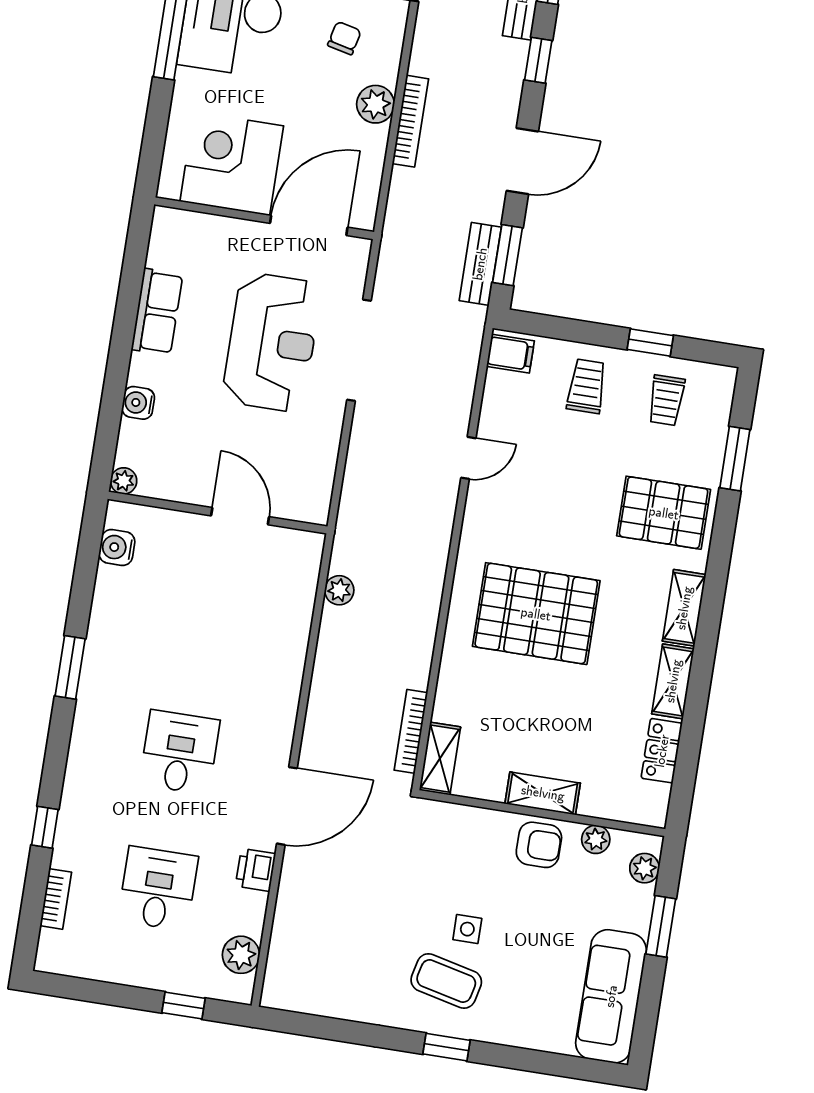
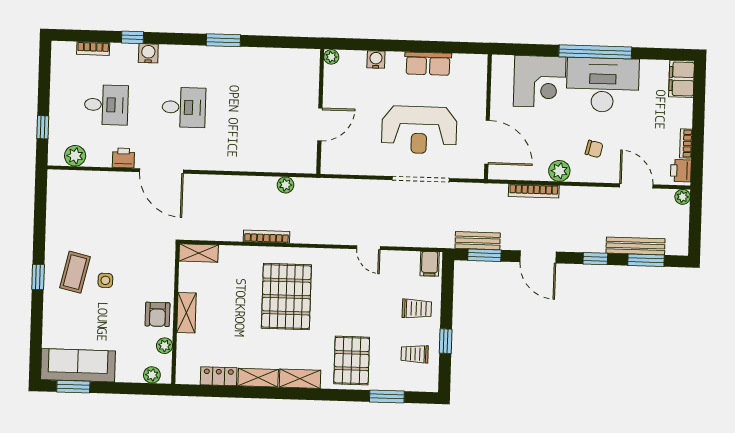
bookcase: (410, 121) -> (534, 191), moved
corner desk: (232, 164) -> (540, 82), moved, turned 90
water cooler: (117, 548) -> (148, 53), moved
bookcase: (411, 731) -> (267, 237), moved
window: (661, 926) -> (73, 387), moved

